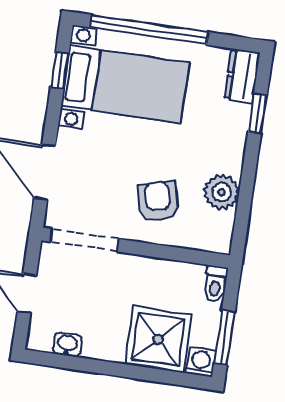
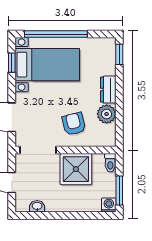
dresser: (242, 76) -> (108, 90), moved
window: (257, 114) -> (119, 54), moved
shower: (158, 339) -> (76, 169), moved

